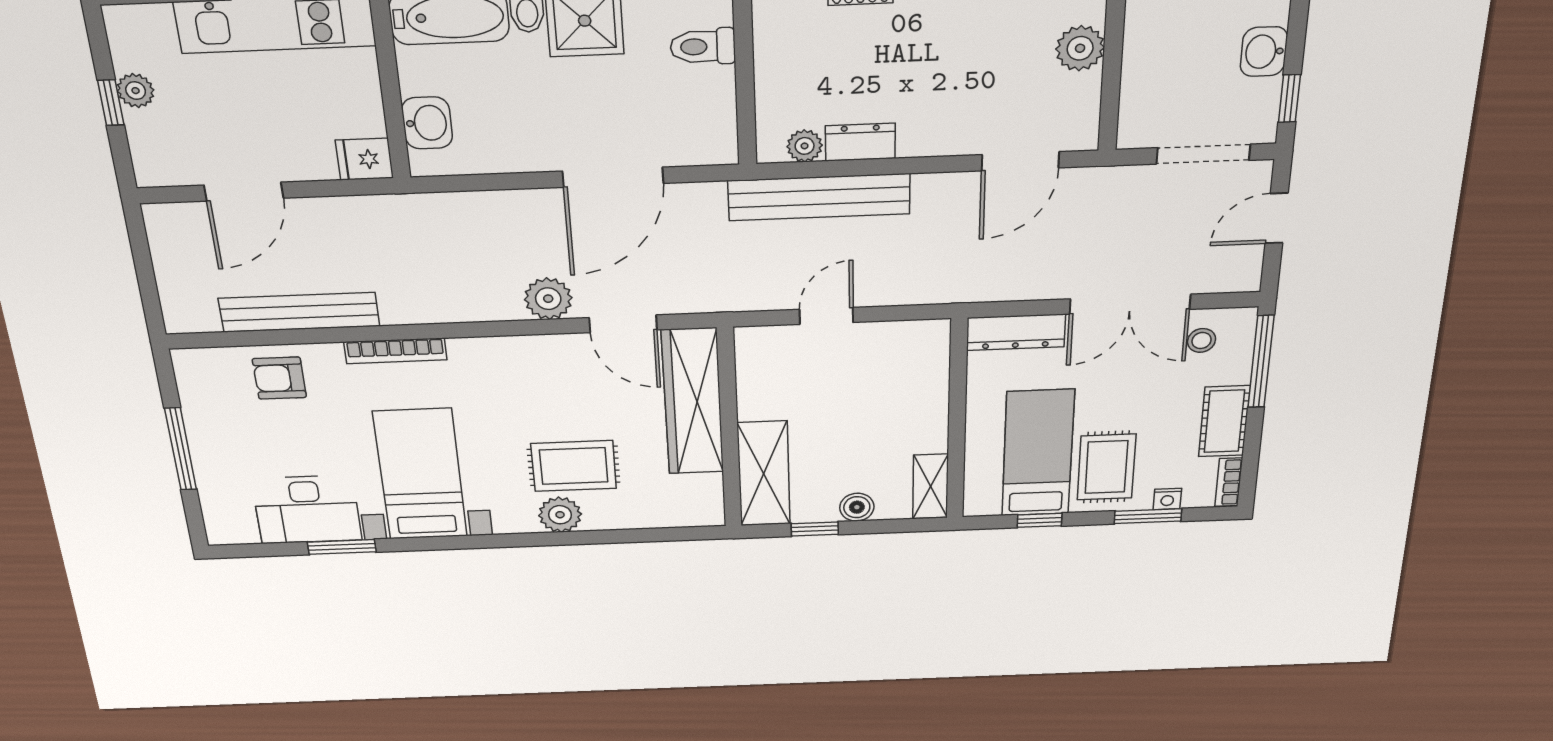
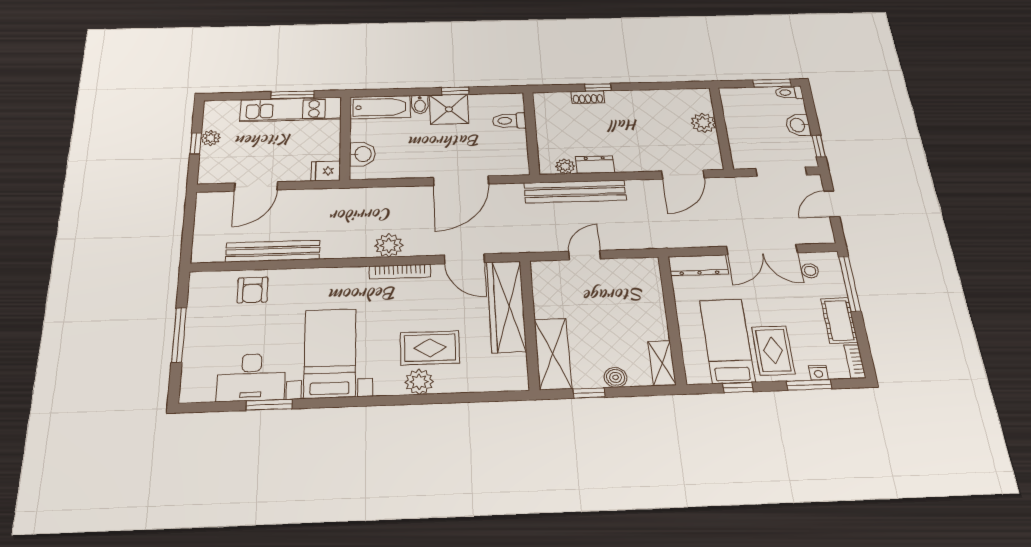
plant: (548, 299) -> (389, 245), moved
bookcase: (395, 351) -> (400, 272), moved
armchair: (279, 378) -> (252, 290), turned -90

